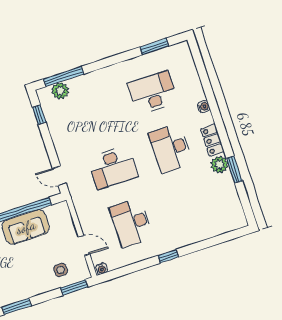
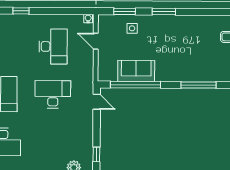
window: (168, 256) -> (21, 11), moved
side table: (61, 270) -> (132, 28), moved
window: (74, 287) -> (125, 11), moved

